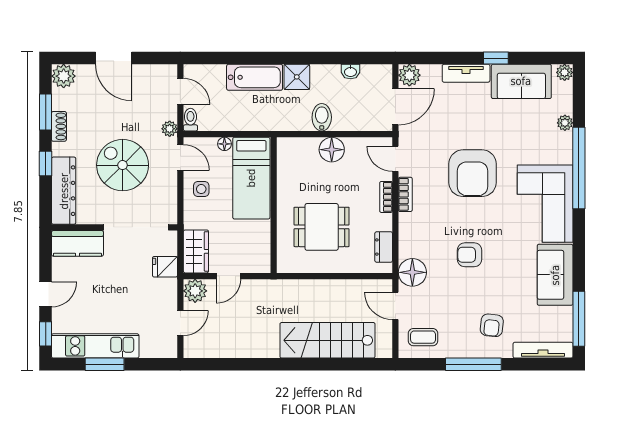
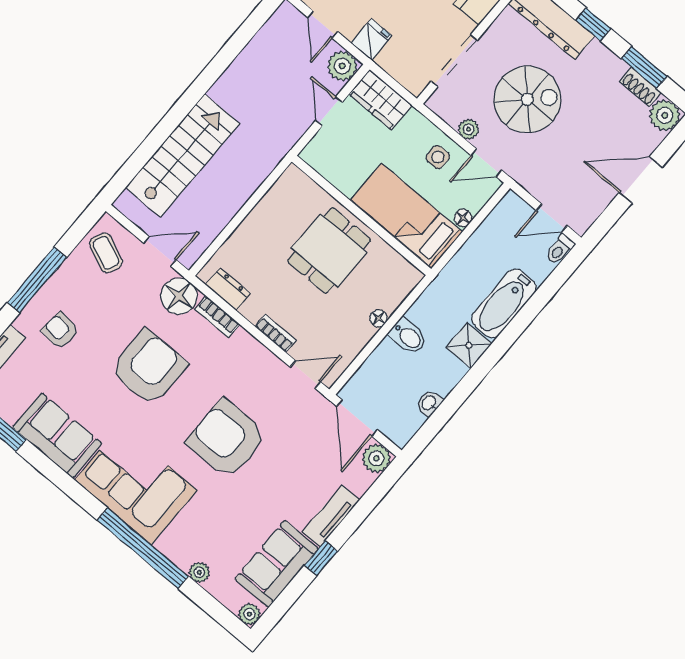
toilet: (190, 120) -> (560, 249), moved, turned 90
shoe rack: (59, 126) -> (640, 87), moved
plant: (170, 129) -> (469, 129), moved
floor lamp: (332, 150) -> (378, 318), width x0.53, depth x0.53
bookcase: (405, 194) -> (217, 317), moved
doorway: (136, 227) -> (454, 61), width x0.73
dining table: (322, 227) -> (329, 250), moved
armchair: (470, 255) -> (149, 368), width x1.88, depth x1.88
fridge: (165, 267) -> (371, 39), moved
coffee table: (423, 337) -> (106, 253), turned -66

